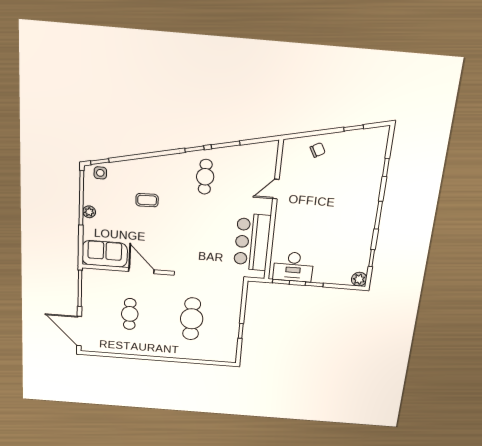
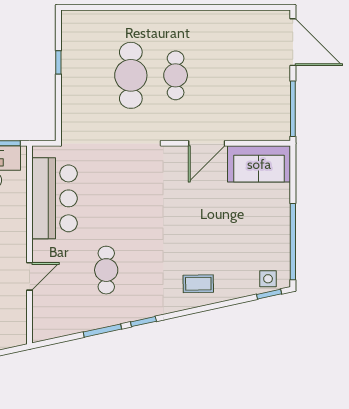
cafe table: (205, 177) -> (106, 270), moved
coffee table: (147, 200) -> (198, 284), moved
plant: (89, 212) -> (282, 223), removed
door: (141, 271) -> (207, 143), hinge flipped
cafe table: (130, 314) -> (176, 75), moved

